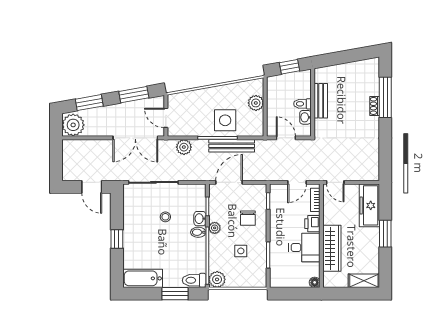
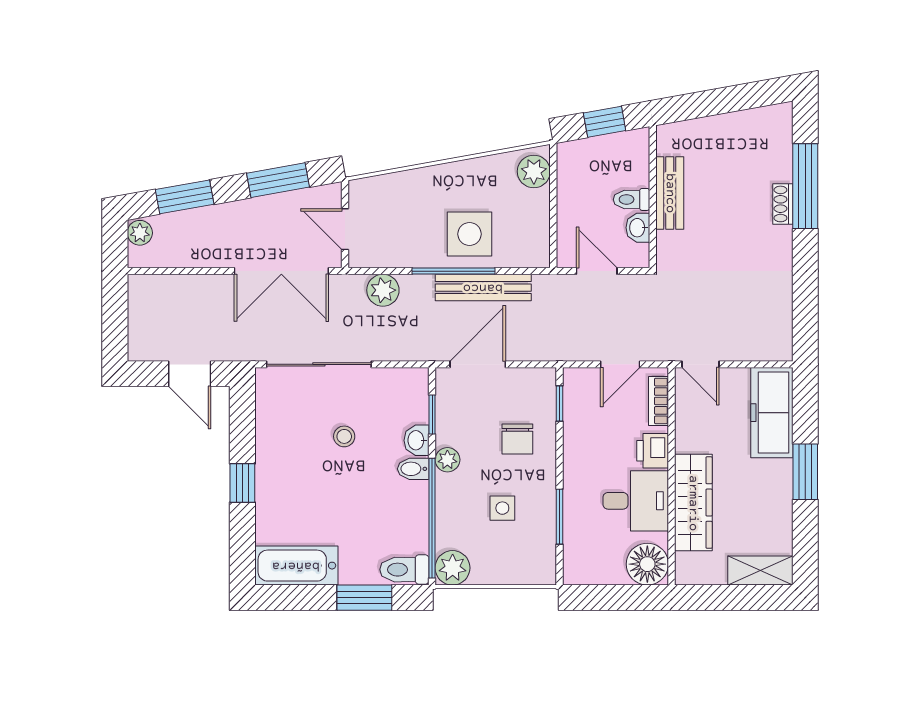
plant: (256, 103) -> (534, 171), moved
plant: (73, 125) -> (140, 233), width x0.53, depth x0.53
floor lamp: (315, 282) -> (647, 564), width x1.89, depth x1.89

